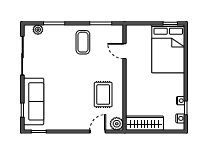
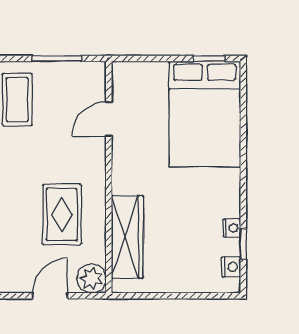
door: (125, 51) -> (109, 119), hinge flipped
wardrobe: (145, 123) -> (127, 237), moved, turned 90

